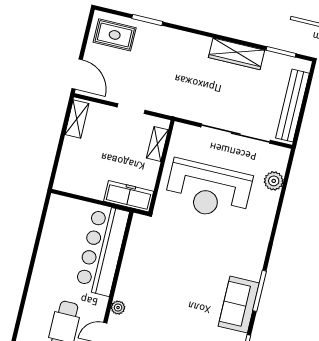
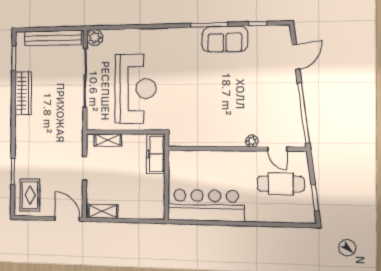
door: (77, 74) -> (67, 219), hinge flipped
plant: (274, 181) -> (95, 38), moved
bar counter: (102, 250) -> (206, 205), moved, turned 180

